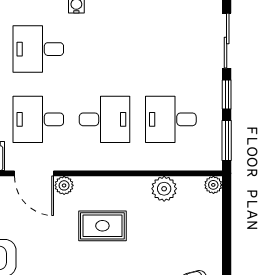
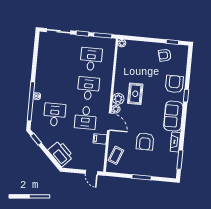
desk: (38, 49) -> (55, 115), turned 180
desk: (171, 119) -> (91, 59), turned 180
door: (34, 173) -> (109, 122), hinge flipped
plant: (164, 189) -> (118, 99), moved

